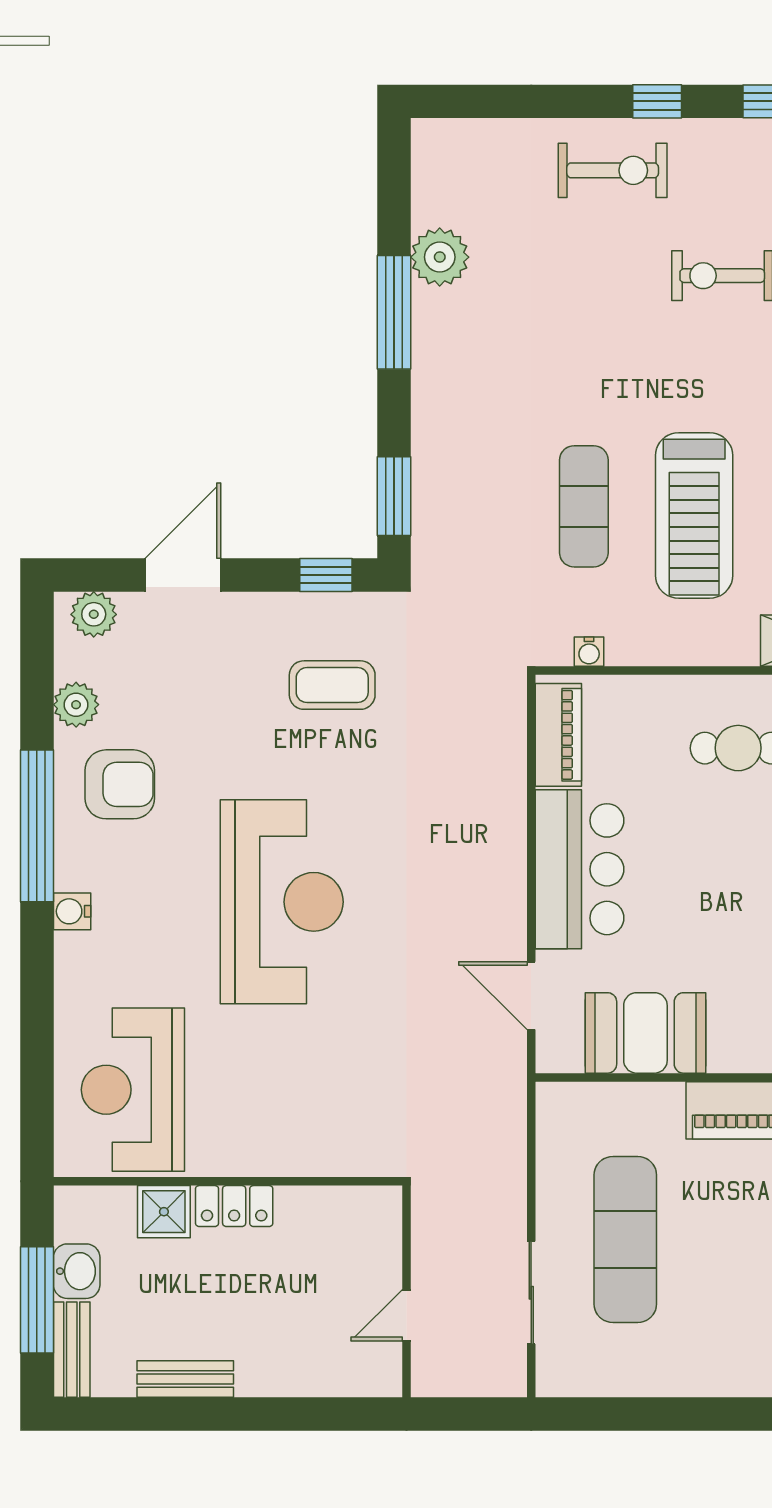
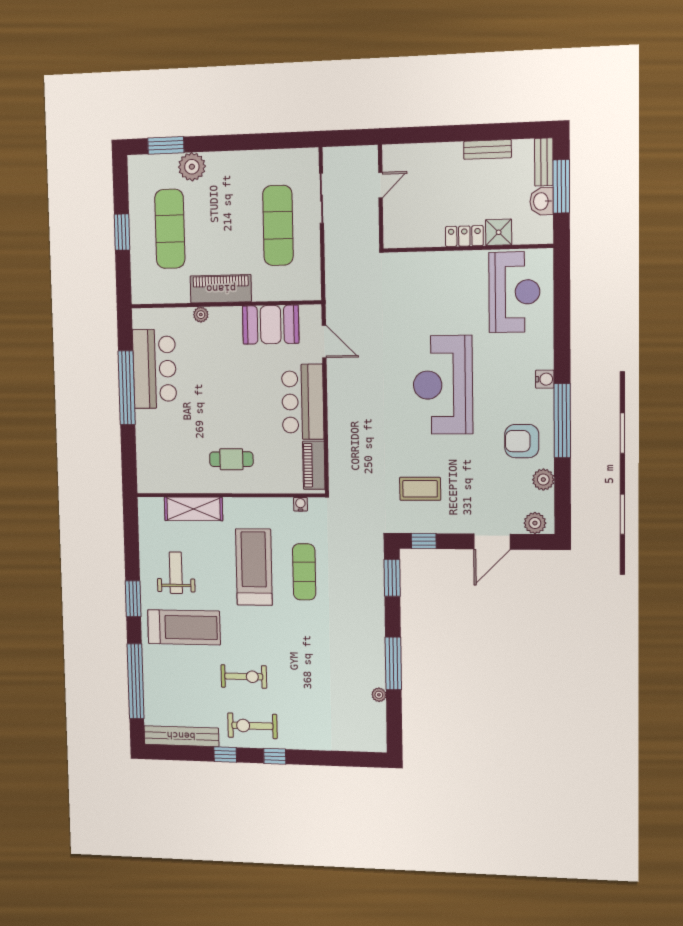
exercise bike: (613, 170) -> (252, 726), moved
plant: (440, 257) -> (379, 695), width x0.53, depth x0.53

